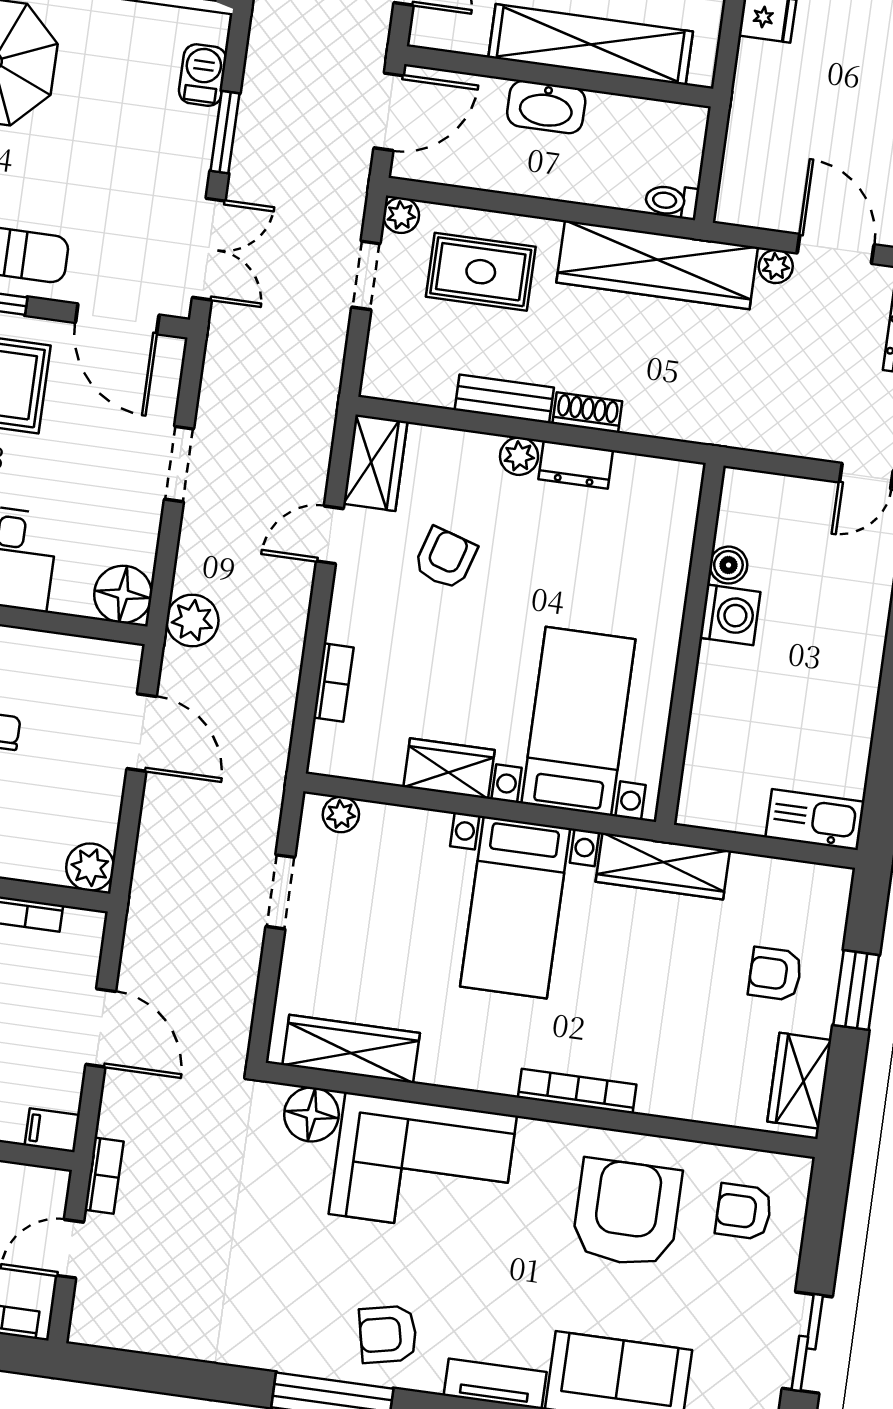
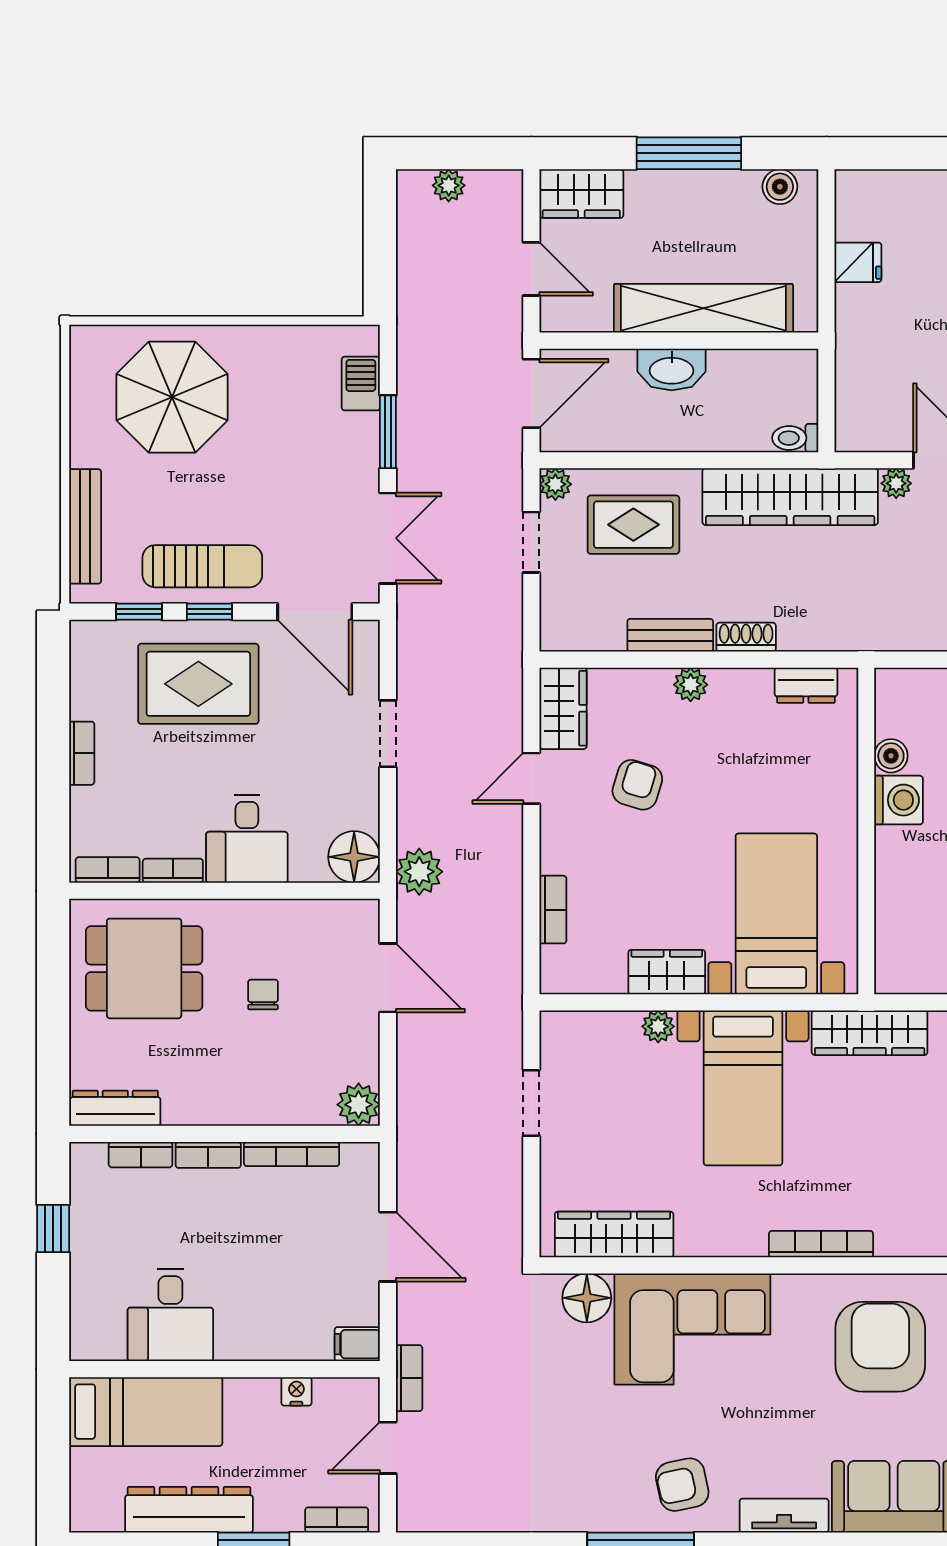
dresser: (576, 465) -> (806, 685), moved
plant: (341, 814) -> (658, 1026), moved

